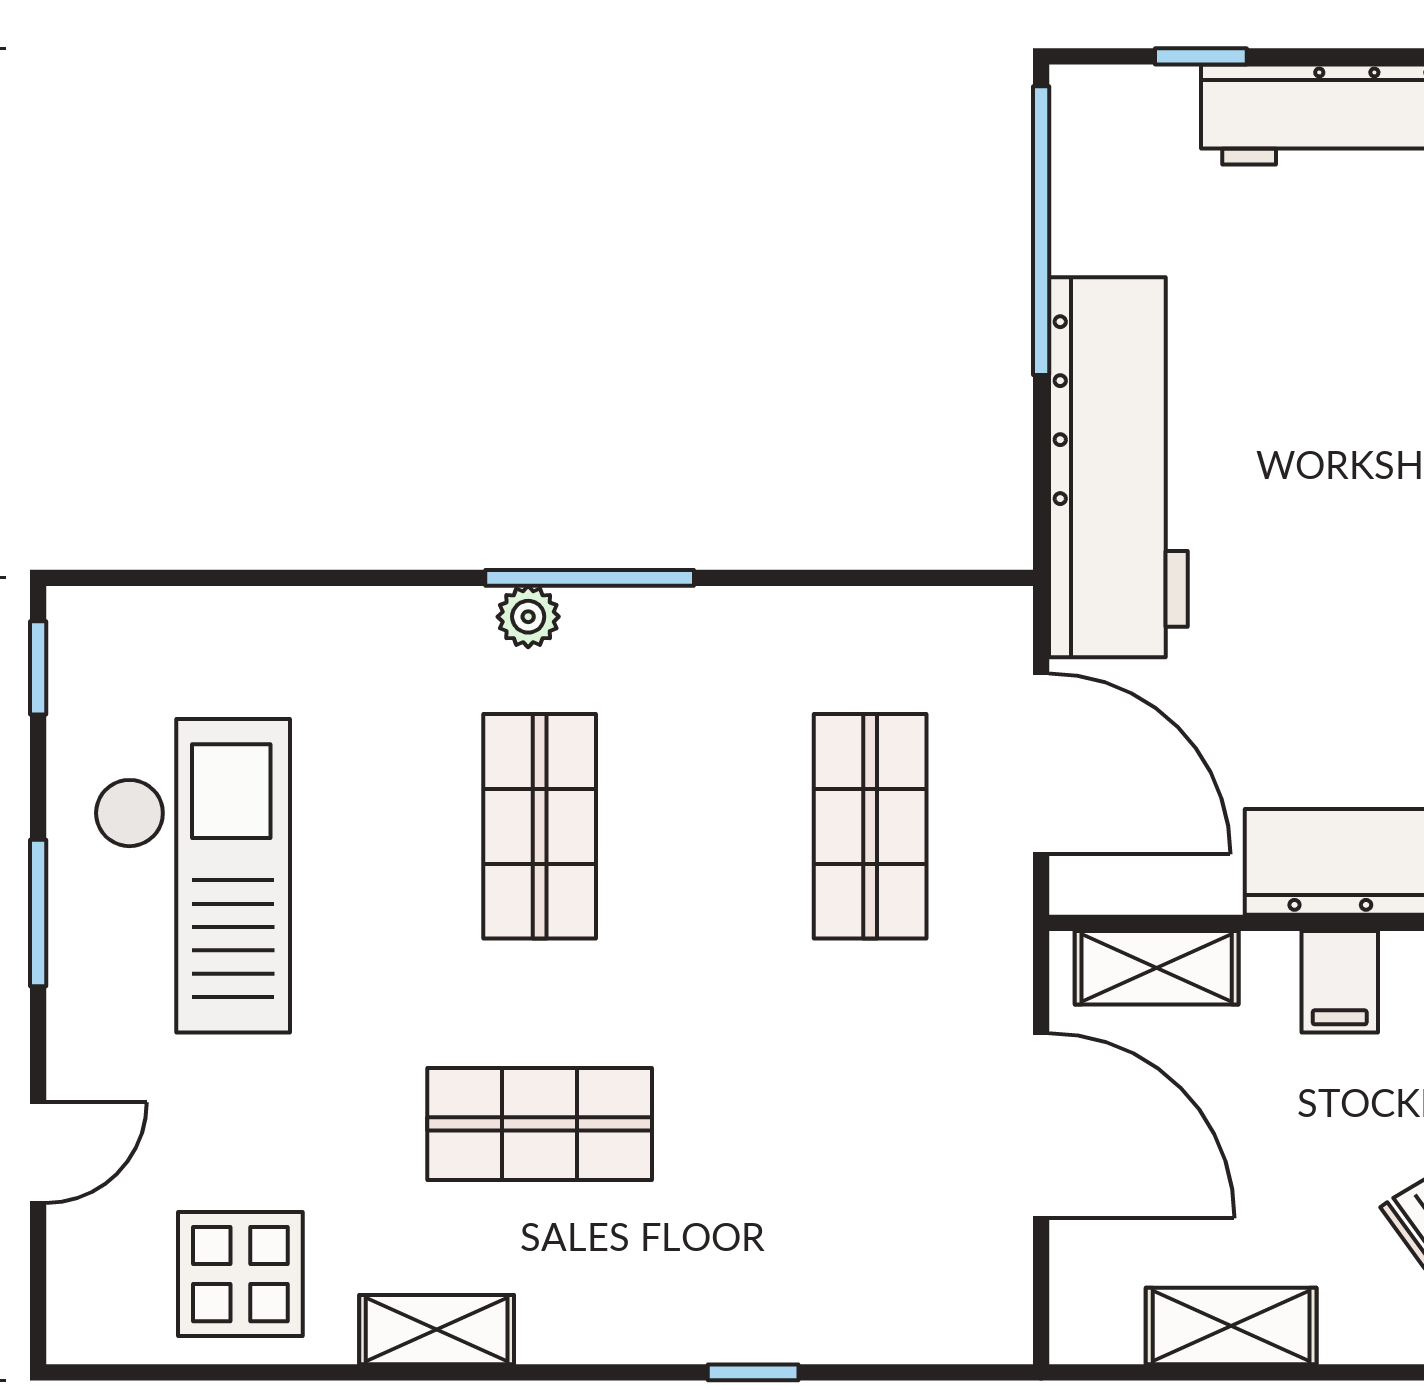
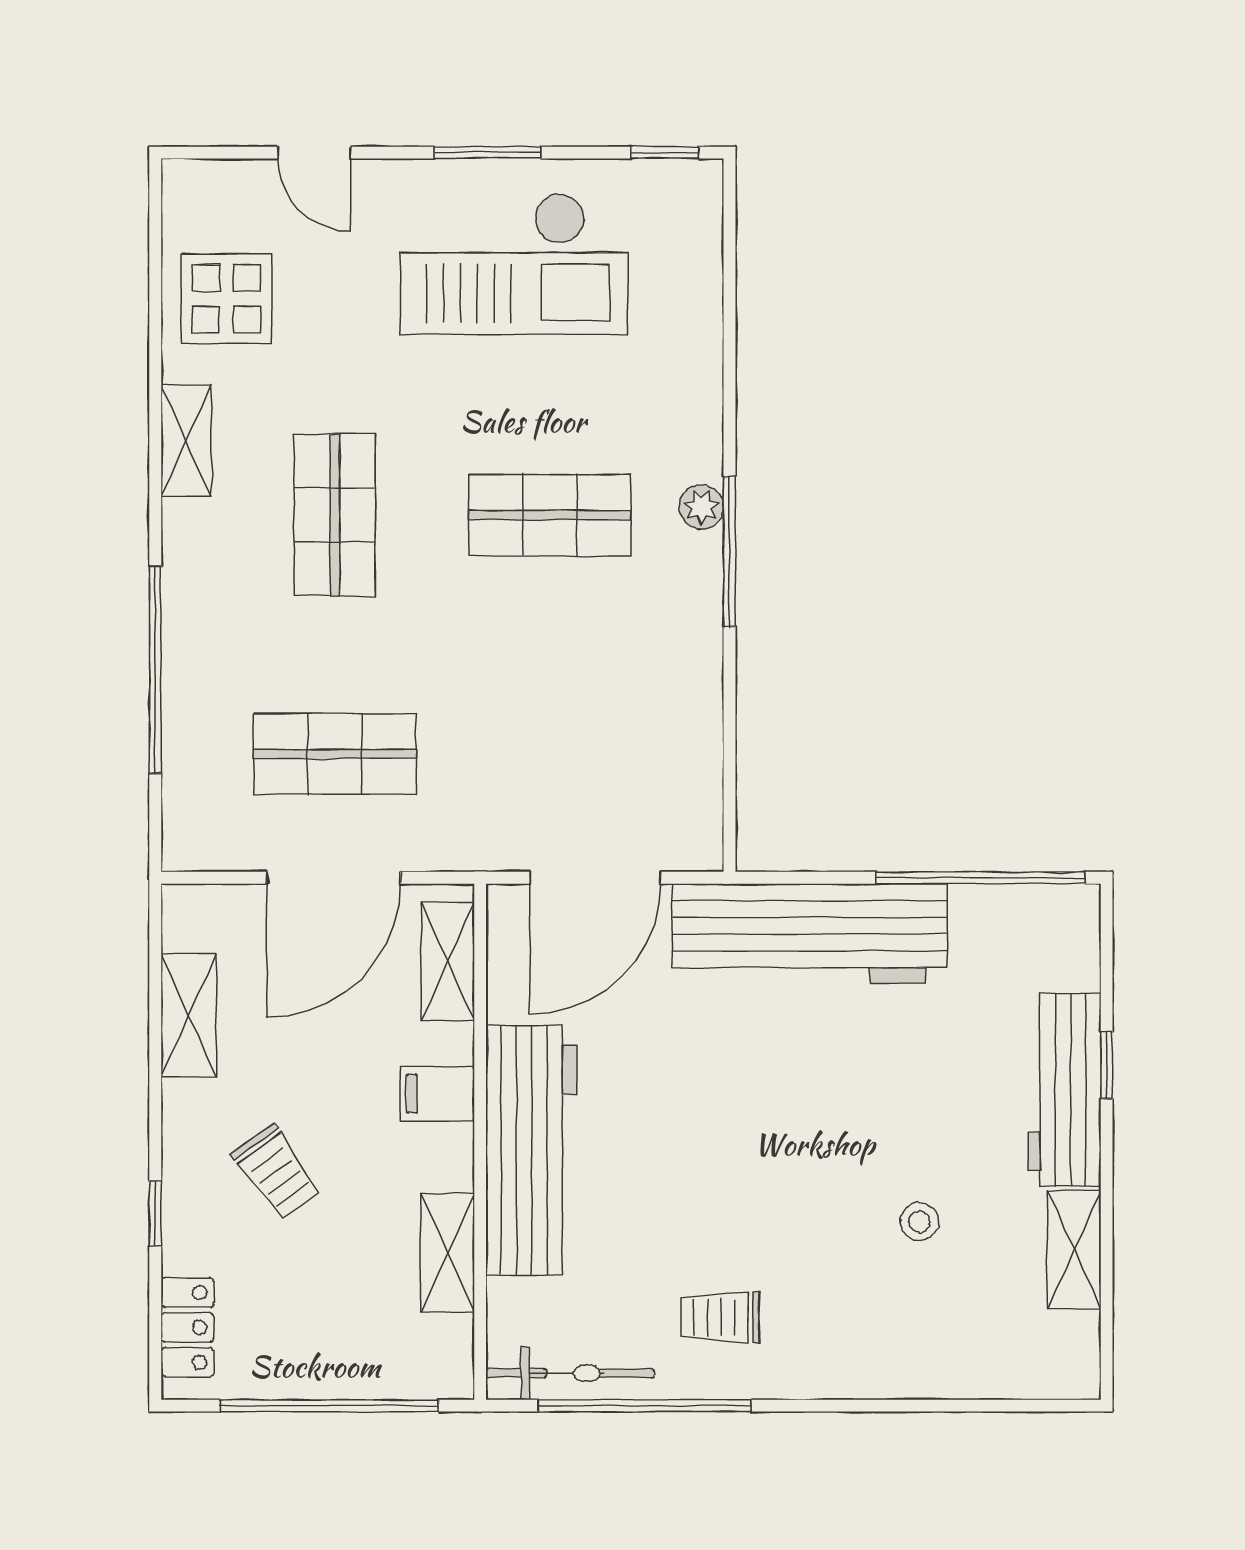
window: (1201, 56) -> (1107, 1065), moved
shop shelf: (870, 826) -> (335, 754), moved
window: (753, 1372) -> (155, 670), width x3.17

